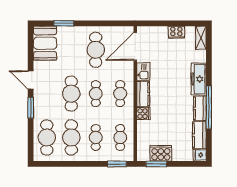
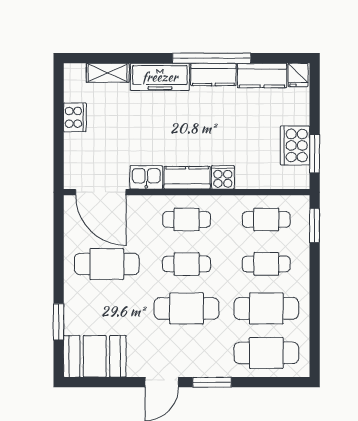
shelving: (201, 38) -> (108, 73), moved

